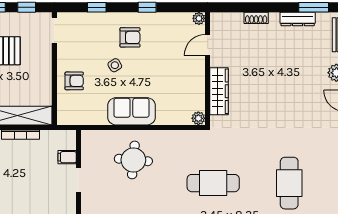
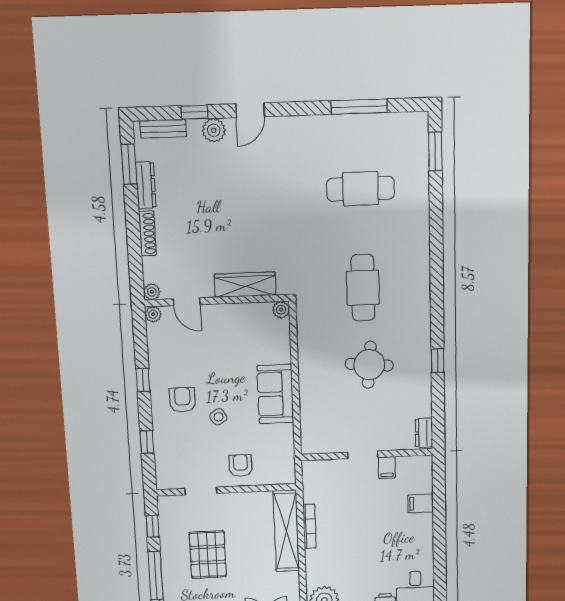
shoe rack: (256, 18) -> (147, 233), width x1.43
plant: (216, 19) -> (152, 292), added
doorway: (54, 30) -> (201, 491), moved
filing cabinet: (67, 157) -> (387, 467), moved
round table: (133, 160) -> (369, 365), moved

